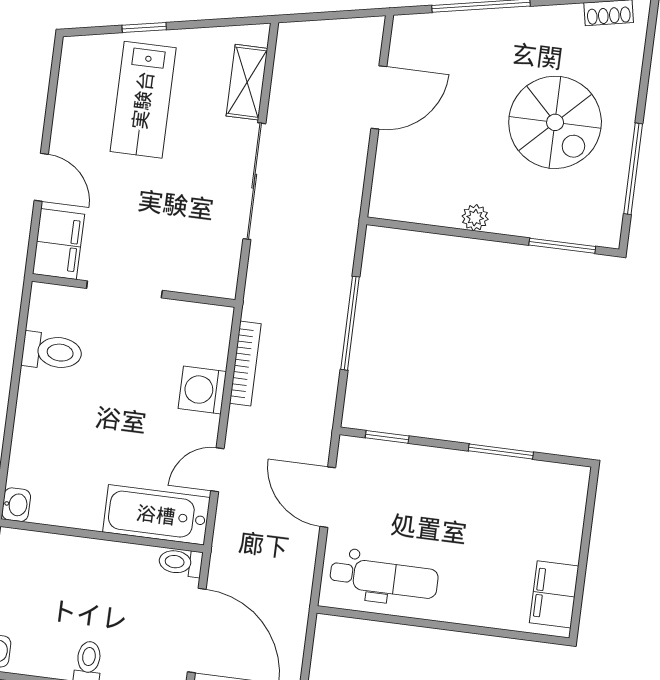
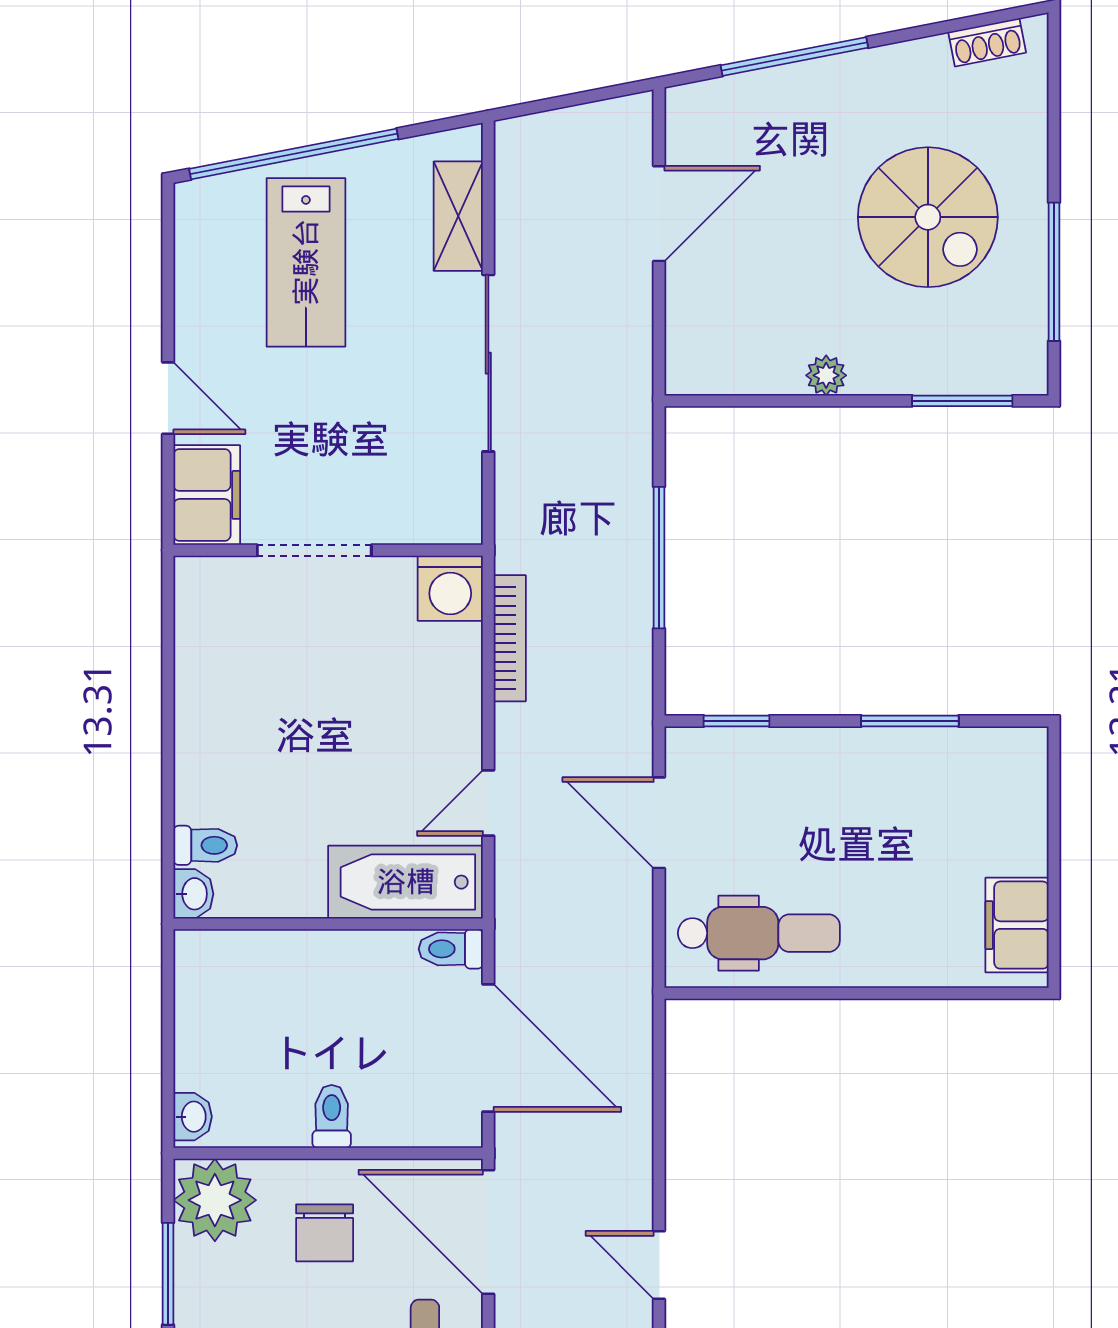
window: (144, 28) -> (294, 154), width x3.17
toilet: (52, 352) -> (205, 845), moved, width x0.73, depth x0.72
washing machine: (202, 390) -> (450, 588), moved, turned -90

